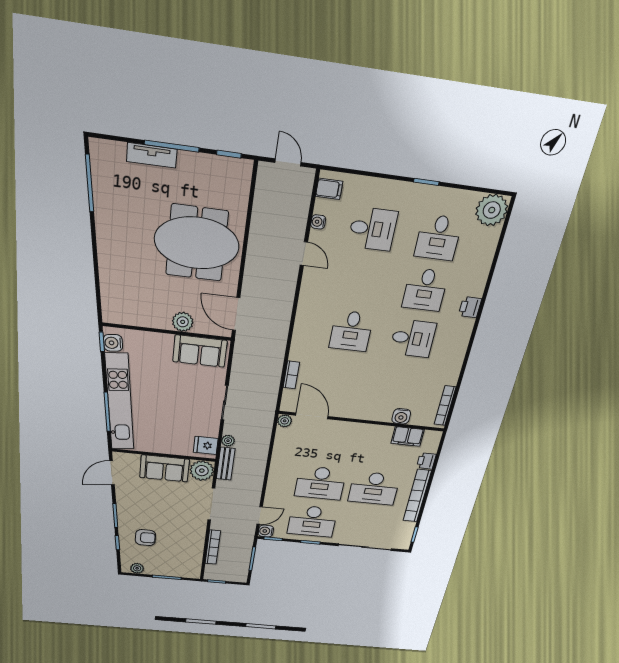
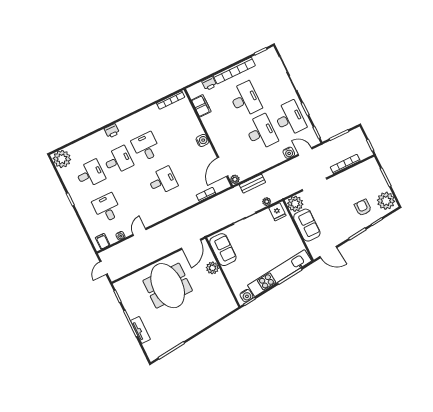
water cooler: (401, 416) -> (202, 140), moved
bench: (226, 464) -> (252, 184), moved
water cooler: (266, 531) -> (289, 153), moved
plant: (137, 568) -> (386, 201), width x1.87, depth x1.87

